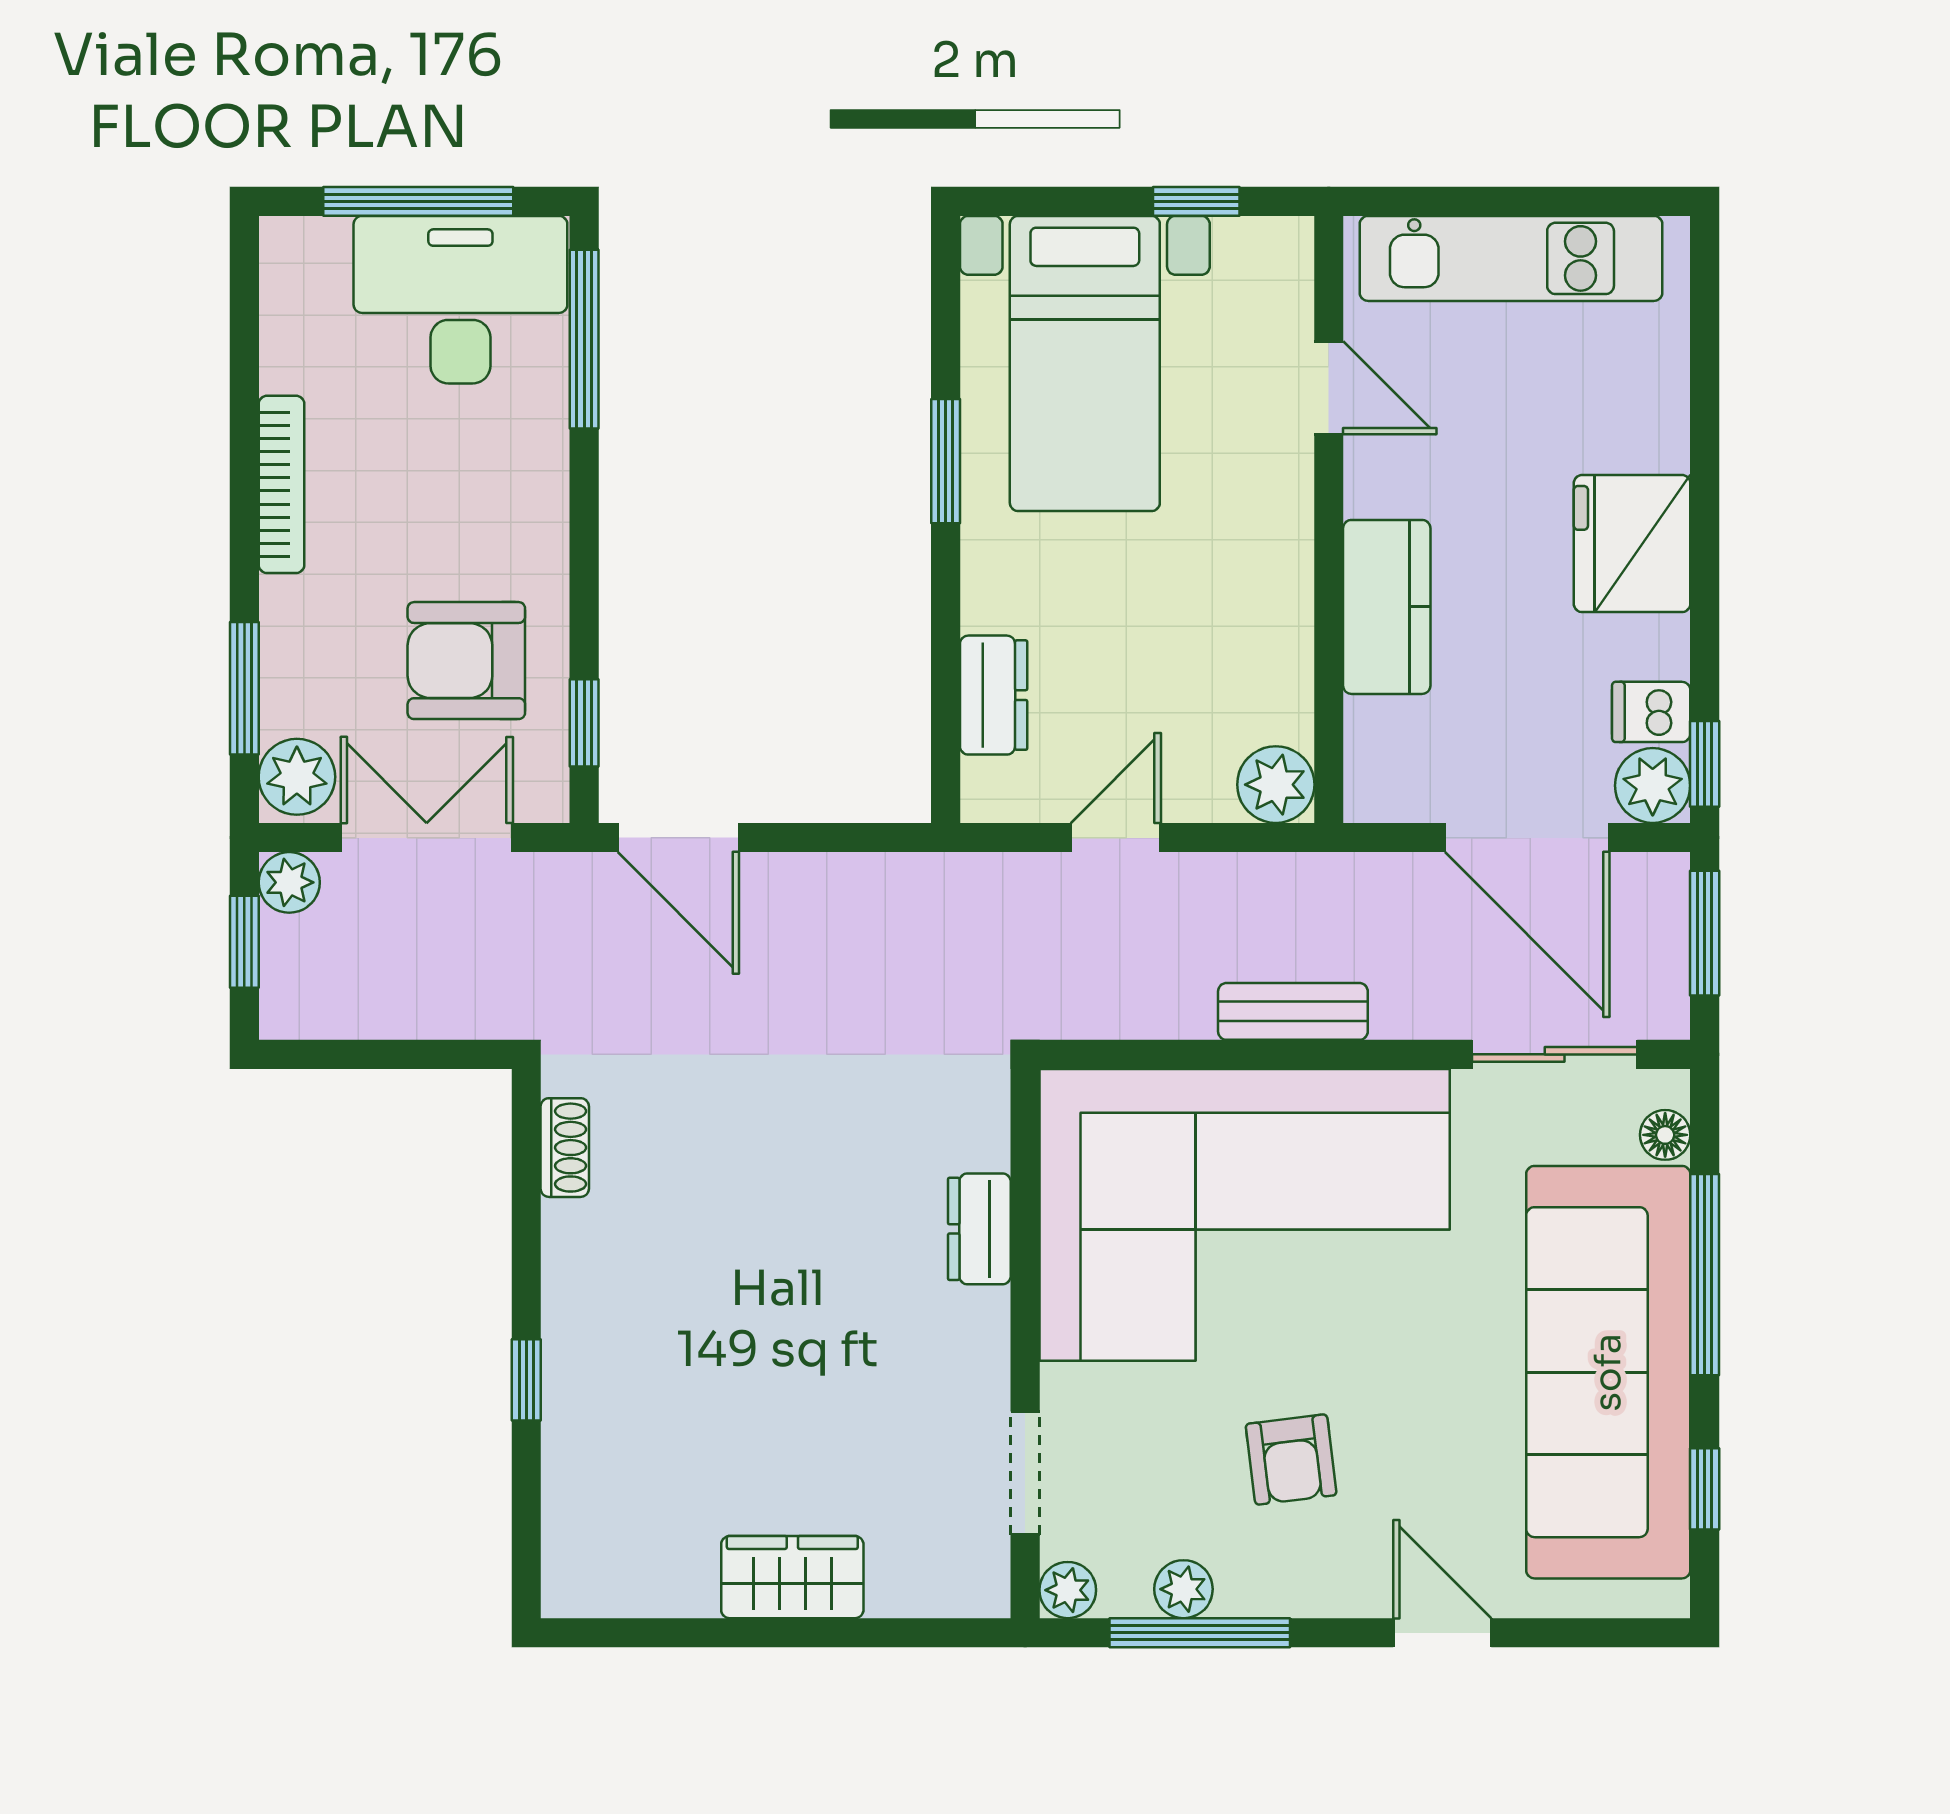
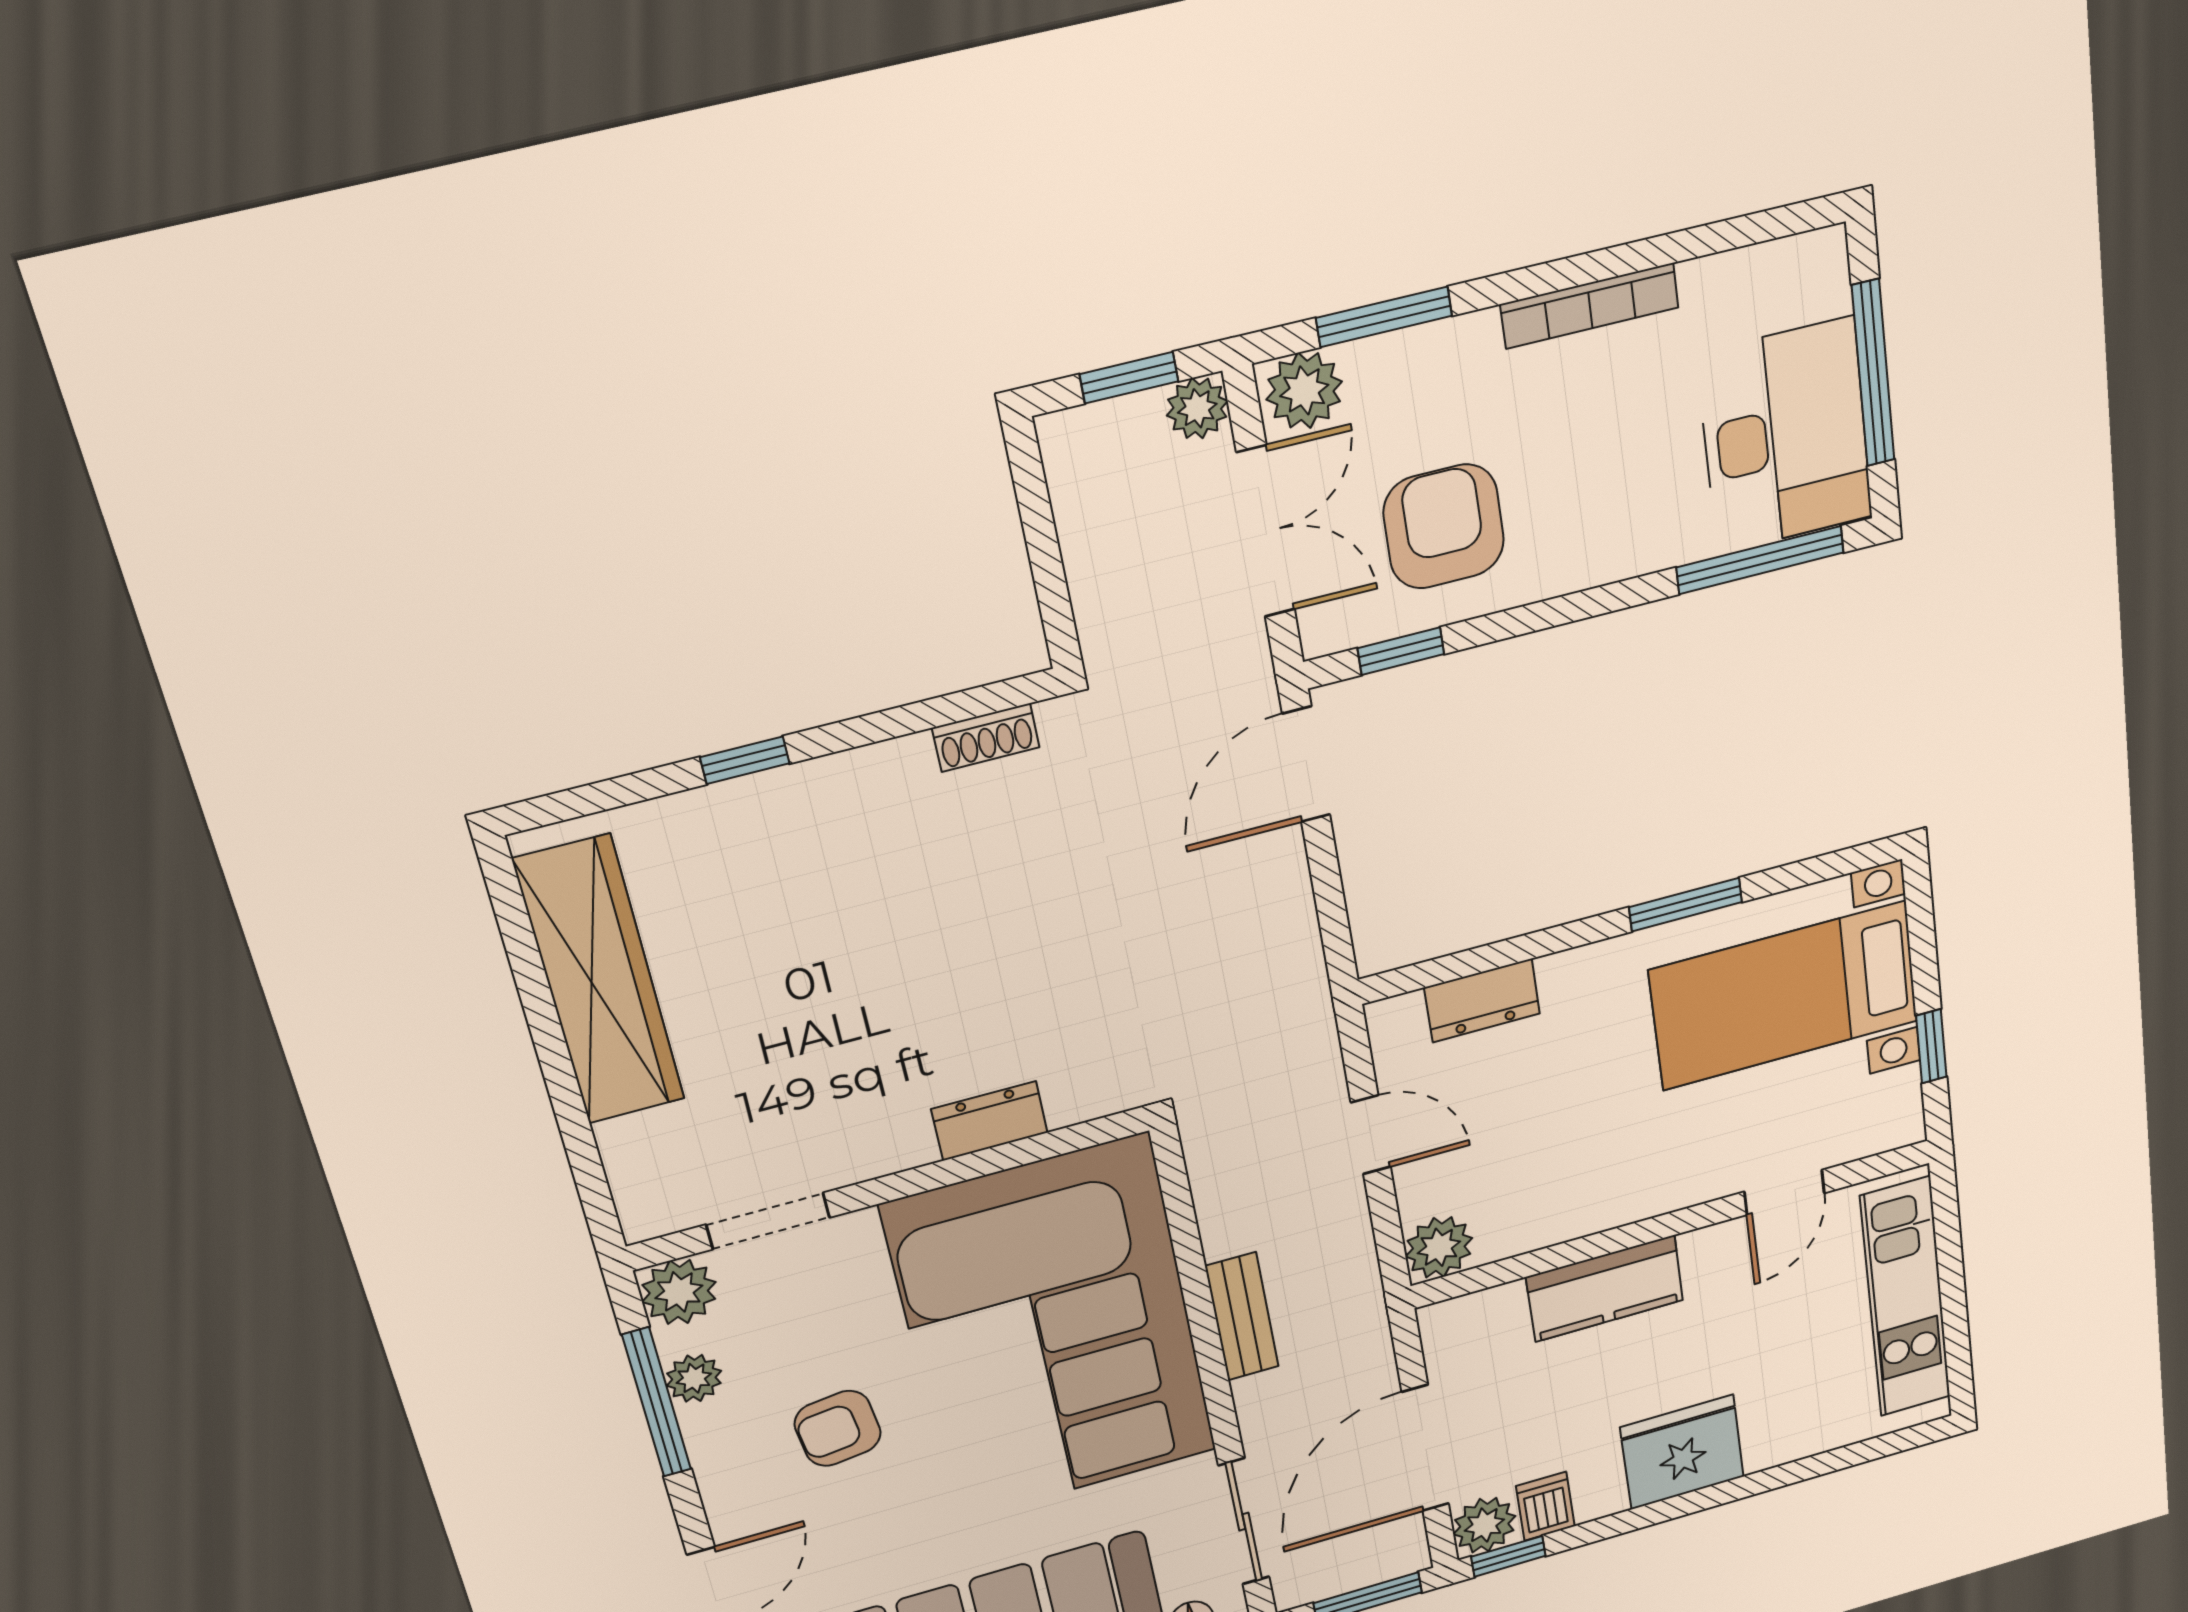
wardrobe: (792, 1577) -> (599, 981), width x2.10, depth x1.17
plant: (1068, 1590) -> (679, 1292), width x1.38, depth x1.38

